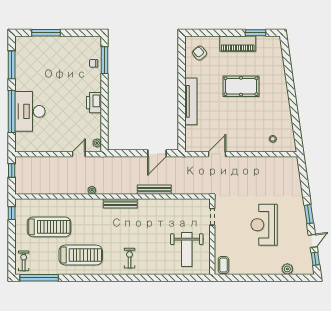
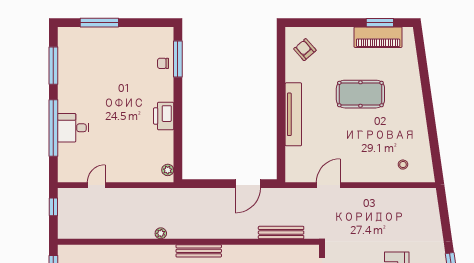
piano: (238, 44) -> (378, 37), moved
desk: (30, 111) -> (73, 128), width x0.53, depth x0.77
door: (79, 154) -> (96, 185), moved
bench: (154, 190) -> (281, 233), moved

